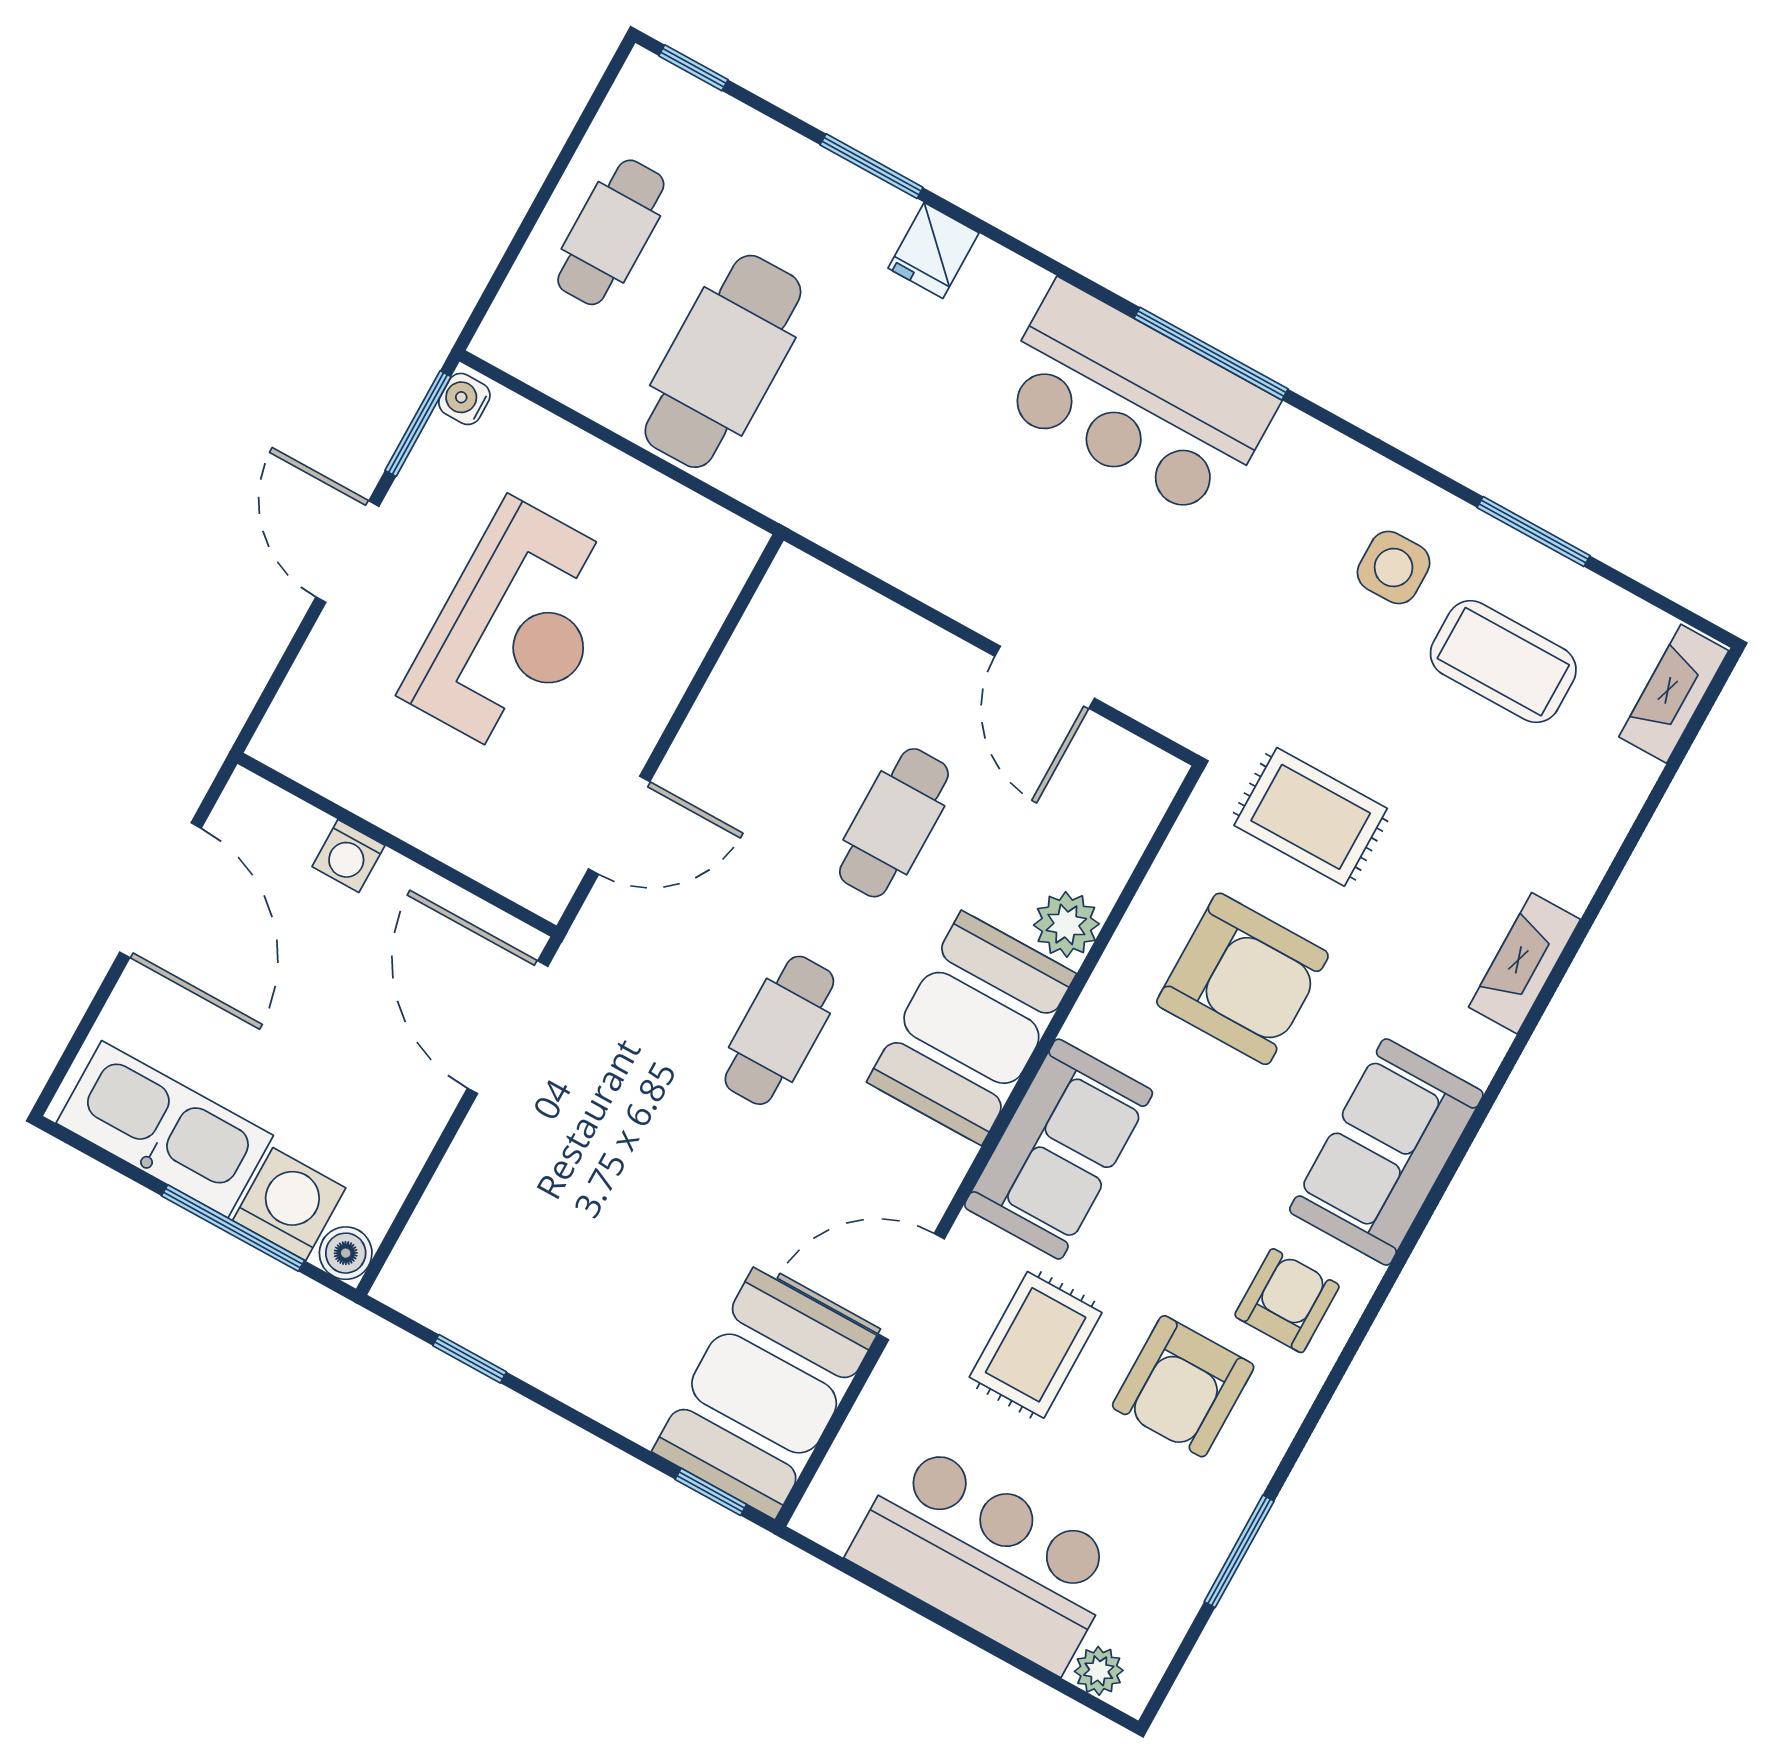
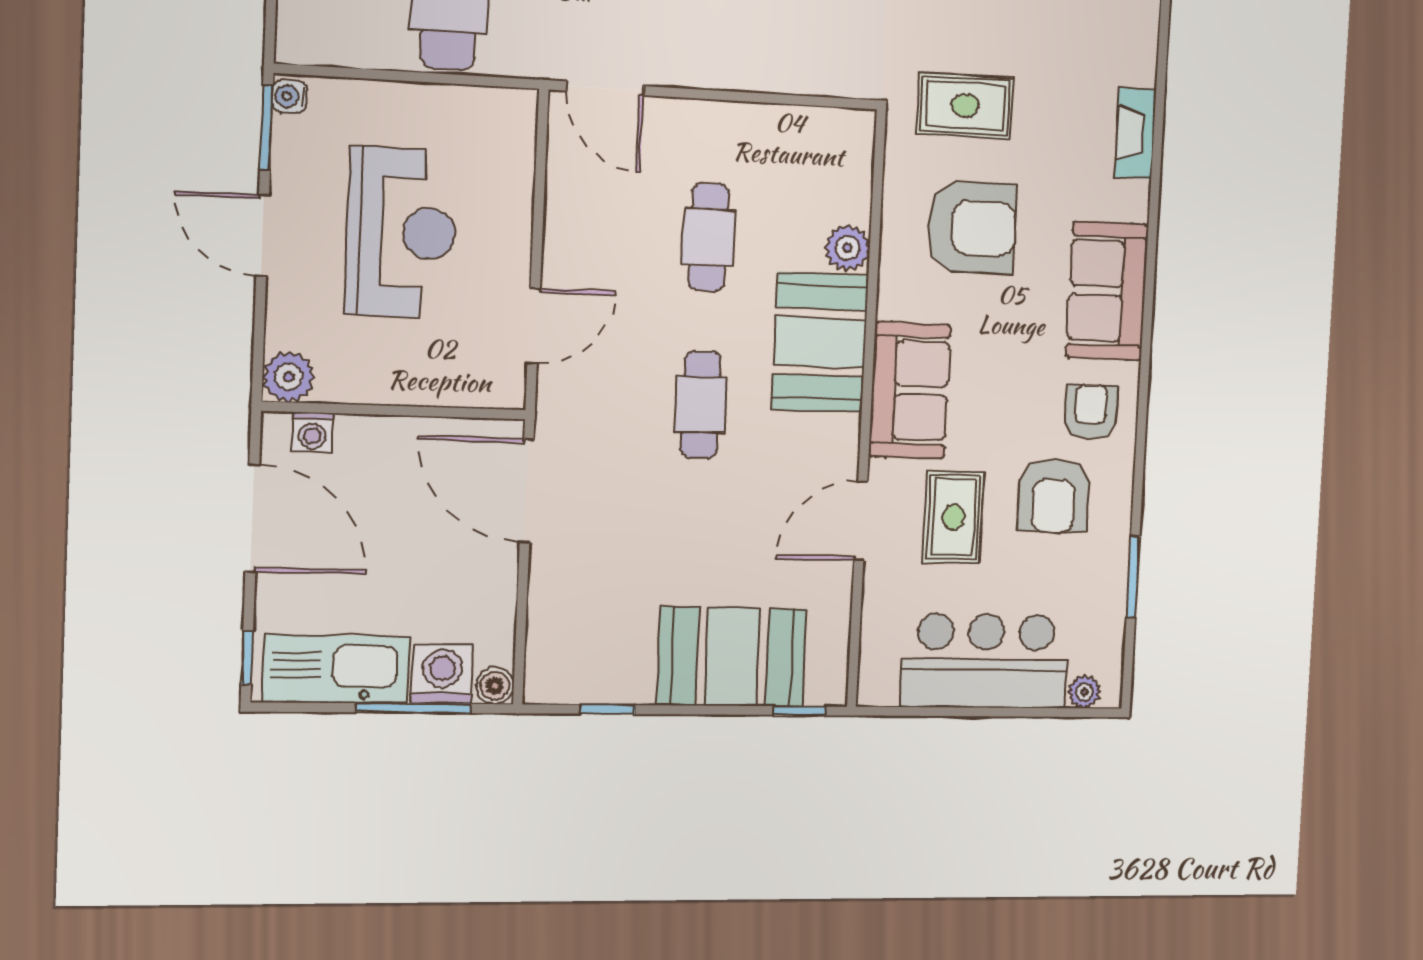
door: (1045, 677) -> (605, 88), moved
plant: (291, 739) -> (289, 377), added
washing machine: (348, 856) -> (312, 432), moved
window: (67, 1059) -> (247, 658), added
booth: (764, 1393) -> (732, 657), moved, turned 90

